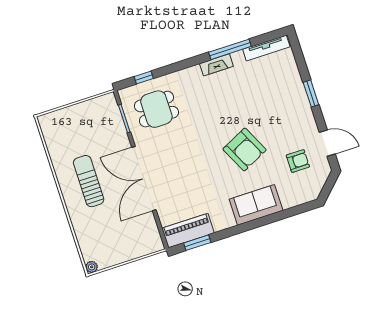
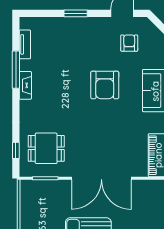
tv unit: (266, 48) -> (25, 44), width x0.71
dining table: (156, 109) -> (46, 148), turned 90
armchair: (245, 149) -> (105, 85), turned 116

